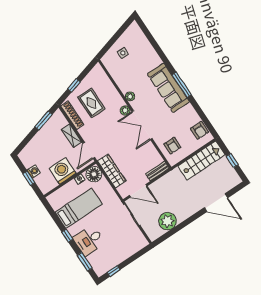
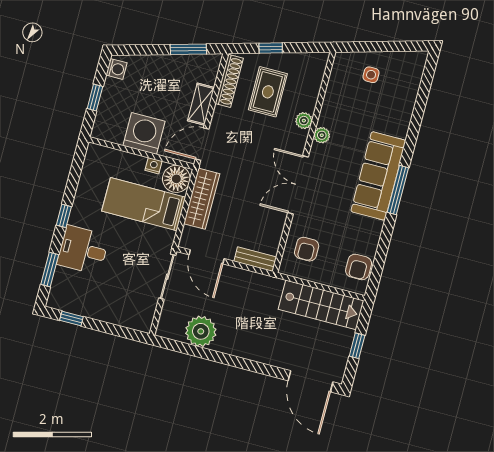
plant: (125, 110) -> (304, 121), moved
washing machine: (34, 171) -> (116, 69), moved
door: (216, 203) -> (310, 381), moved
bed: (79, 208) -> (144, 204), moved, turned 180

